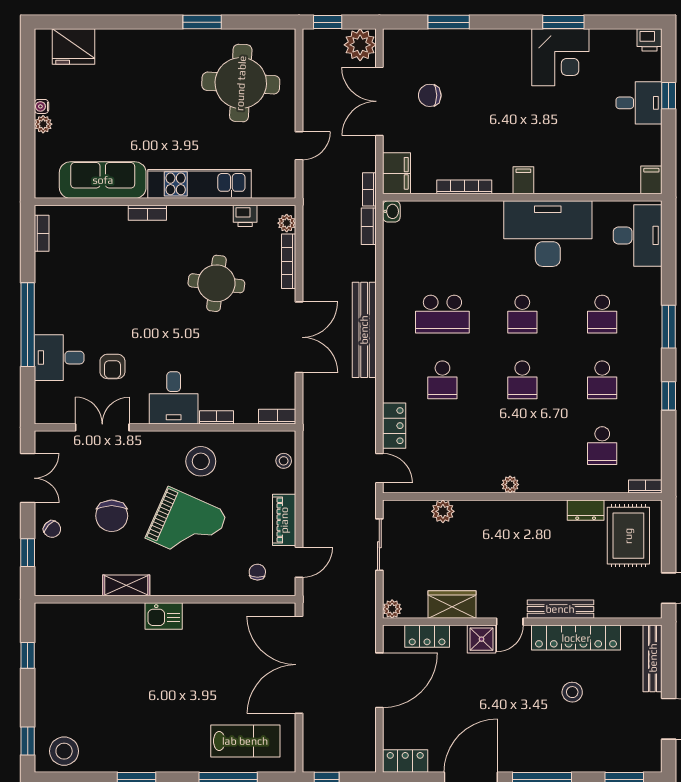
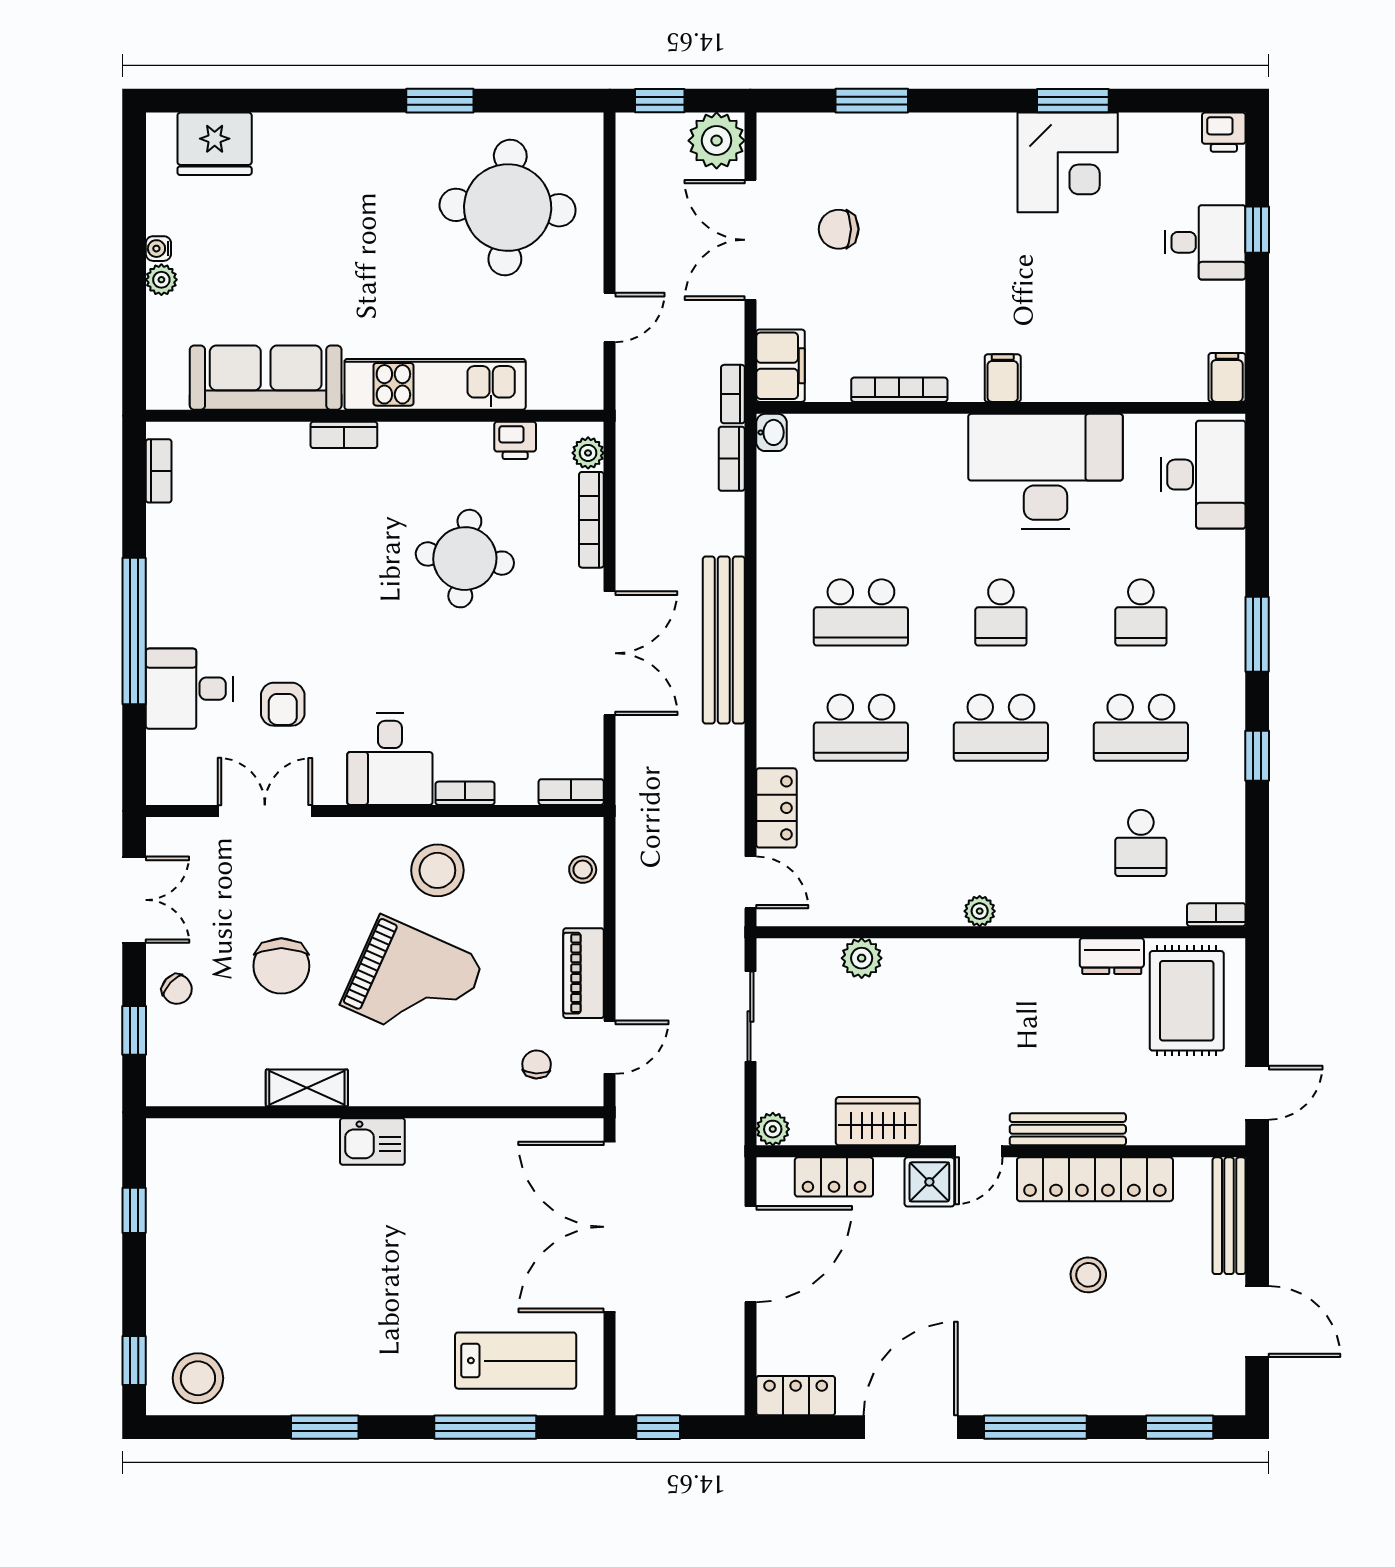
school desk: (442, 380) -> (861, 728), width x1.85
school desk: (522, 380) -> (1001, 728), width x1.85
school desk: (602, 380) -> (1141, 728), width x1.85

